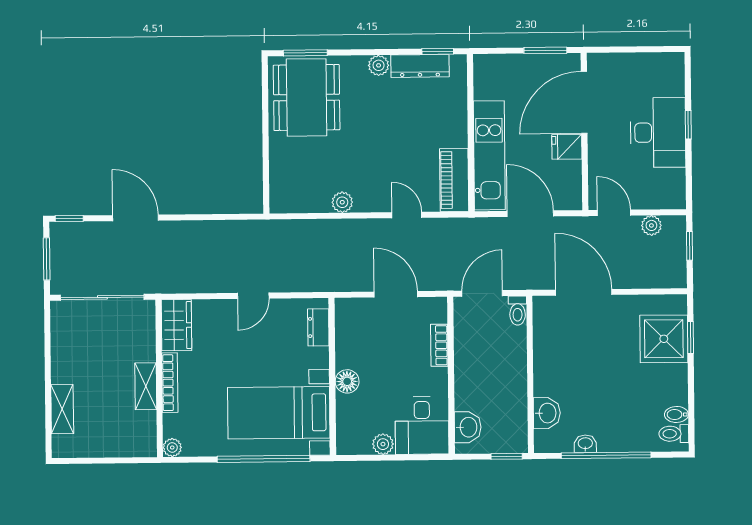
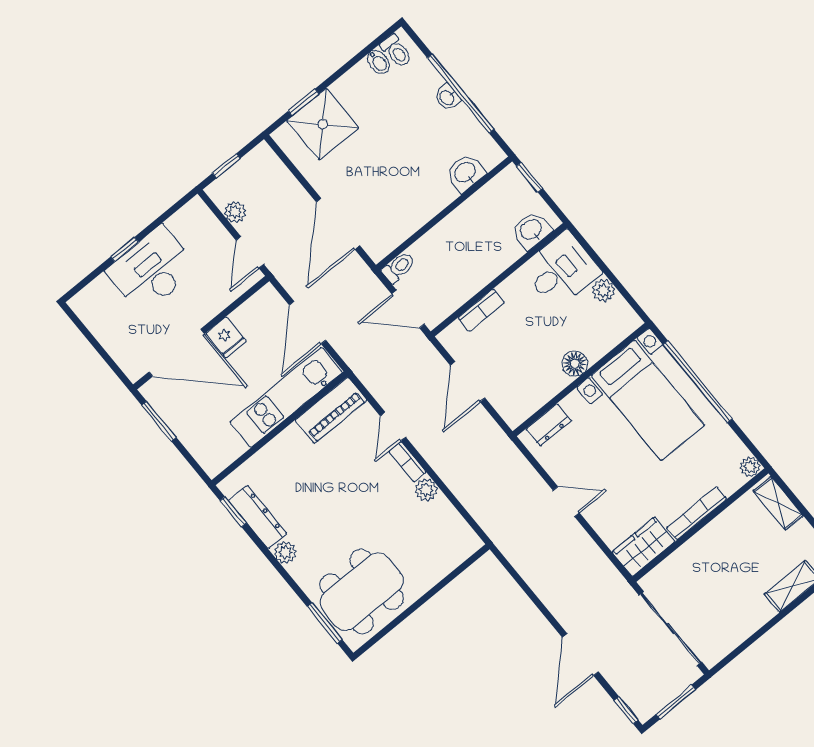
bookcase: (373, 205) -> (407, 462), added
shelving: (146, 386) -> (778, 503), moved, turned 90
washbasin: (585, 444) -> (447, 97), moved

